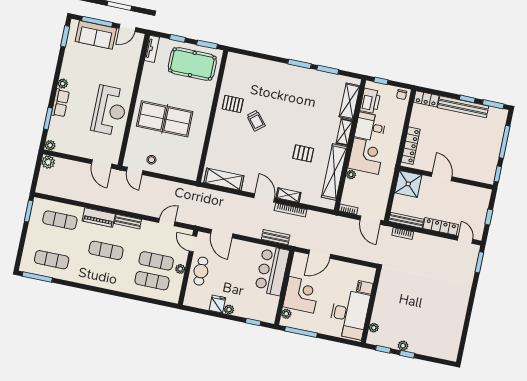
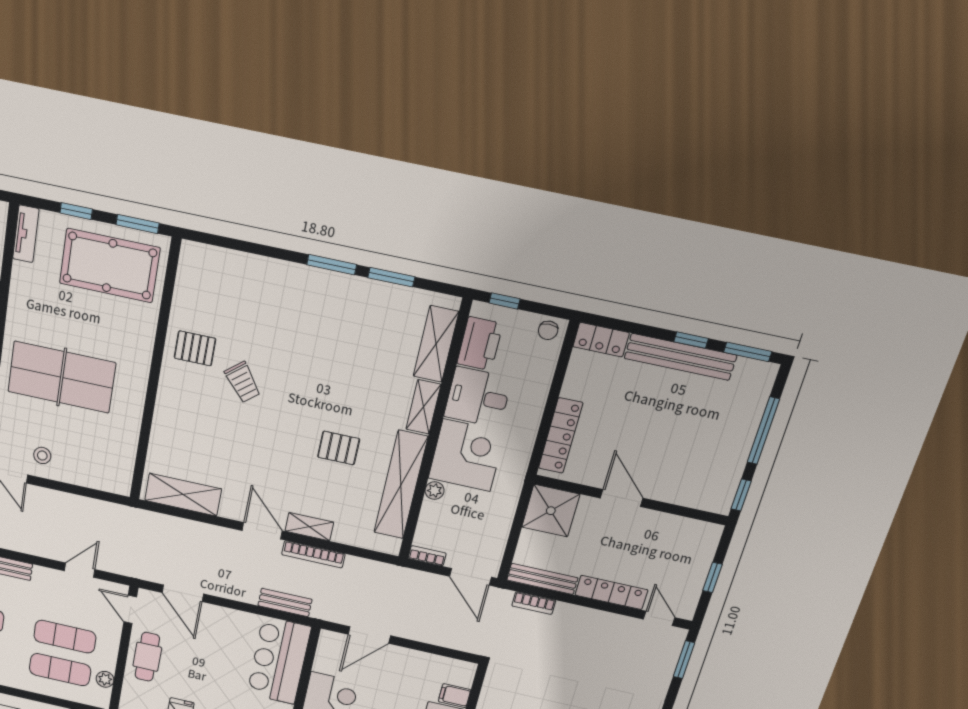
plant: (180, 269) -> (105, 679), moved

